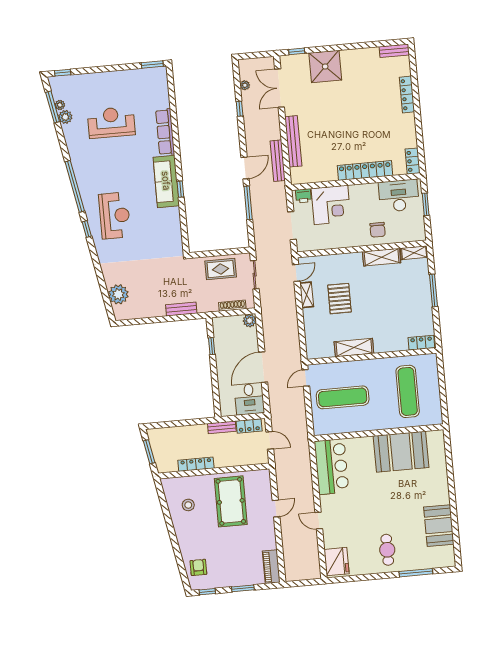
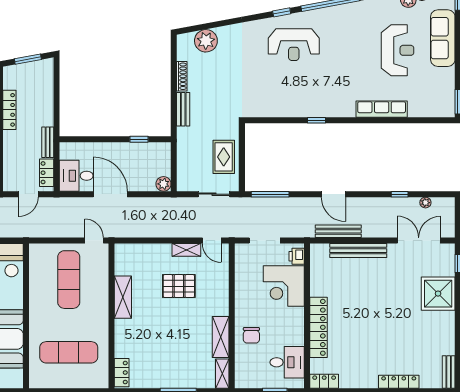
sofa: (166, 181) -> (443, 38), moved, turned -90
desk: (399, 196) -> (287, 362), width x0.73
window: (248, 203) -> (270, 194), moved
chair: (378, 230) -> (251, 335), turned -90
shoe rack: (232, 306) -> (182, 76), moved

